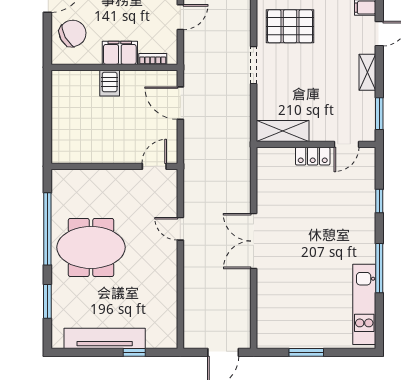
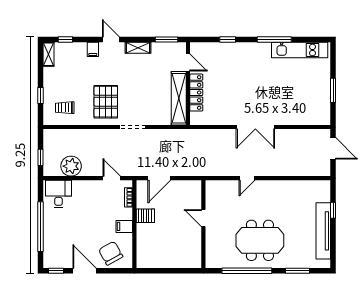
door: (180, 17) -> (112, 178), moved
filing cabinet: (120, 53) -> (124, 226), width x0.50
server rack: (110, 83) -> (145, 216), moved
shelving: (283, 131) -> (179, 98), width x1.47
locker: (313, 156) -> (196, 93), width x1.53
door: (154, 166) -> (203, 218), moved
meeting table: (91, 247) -> (260, 240), turned 90

